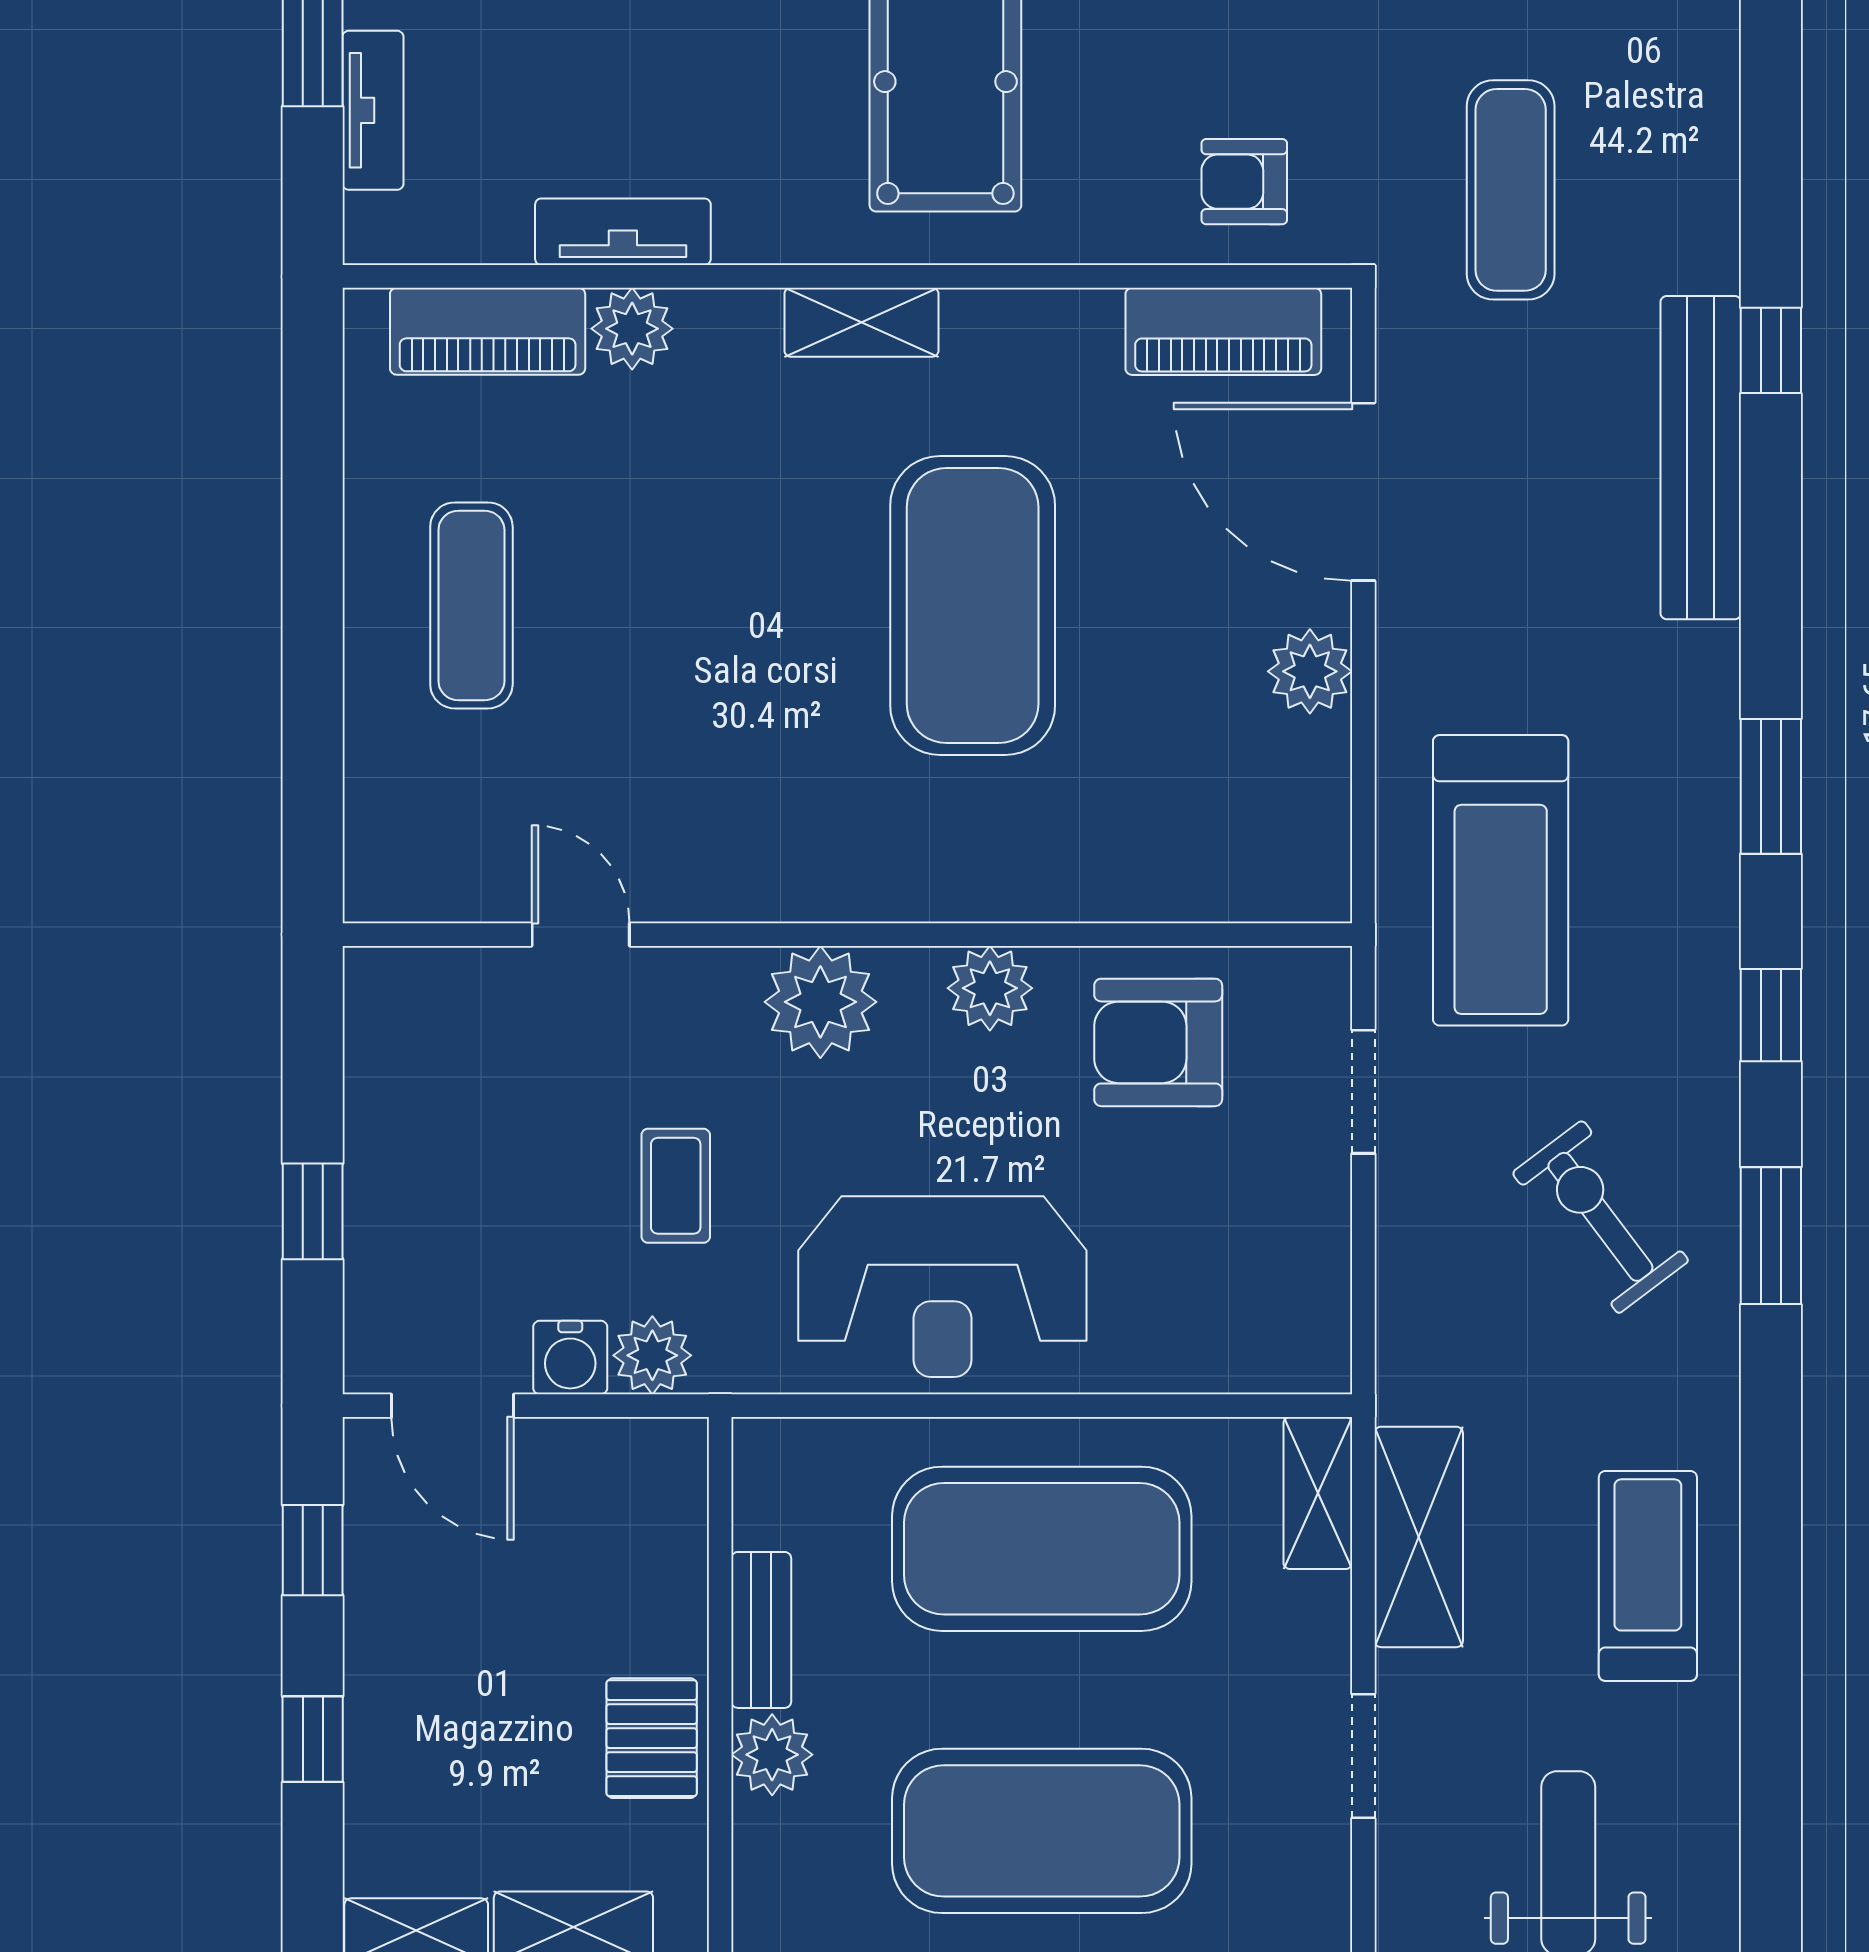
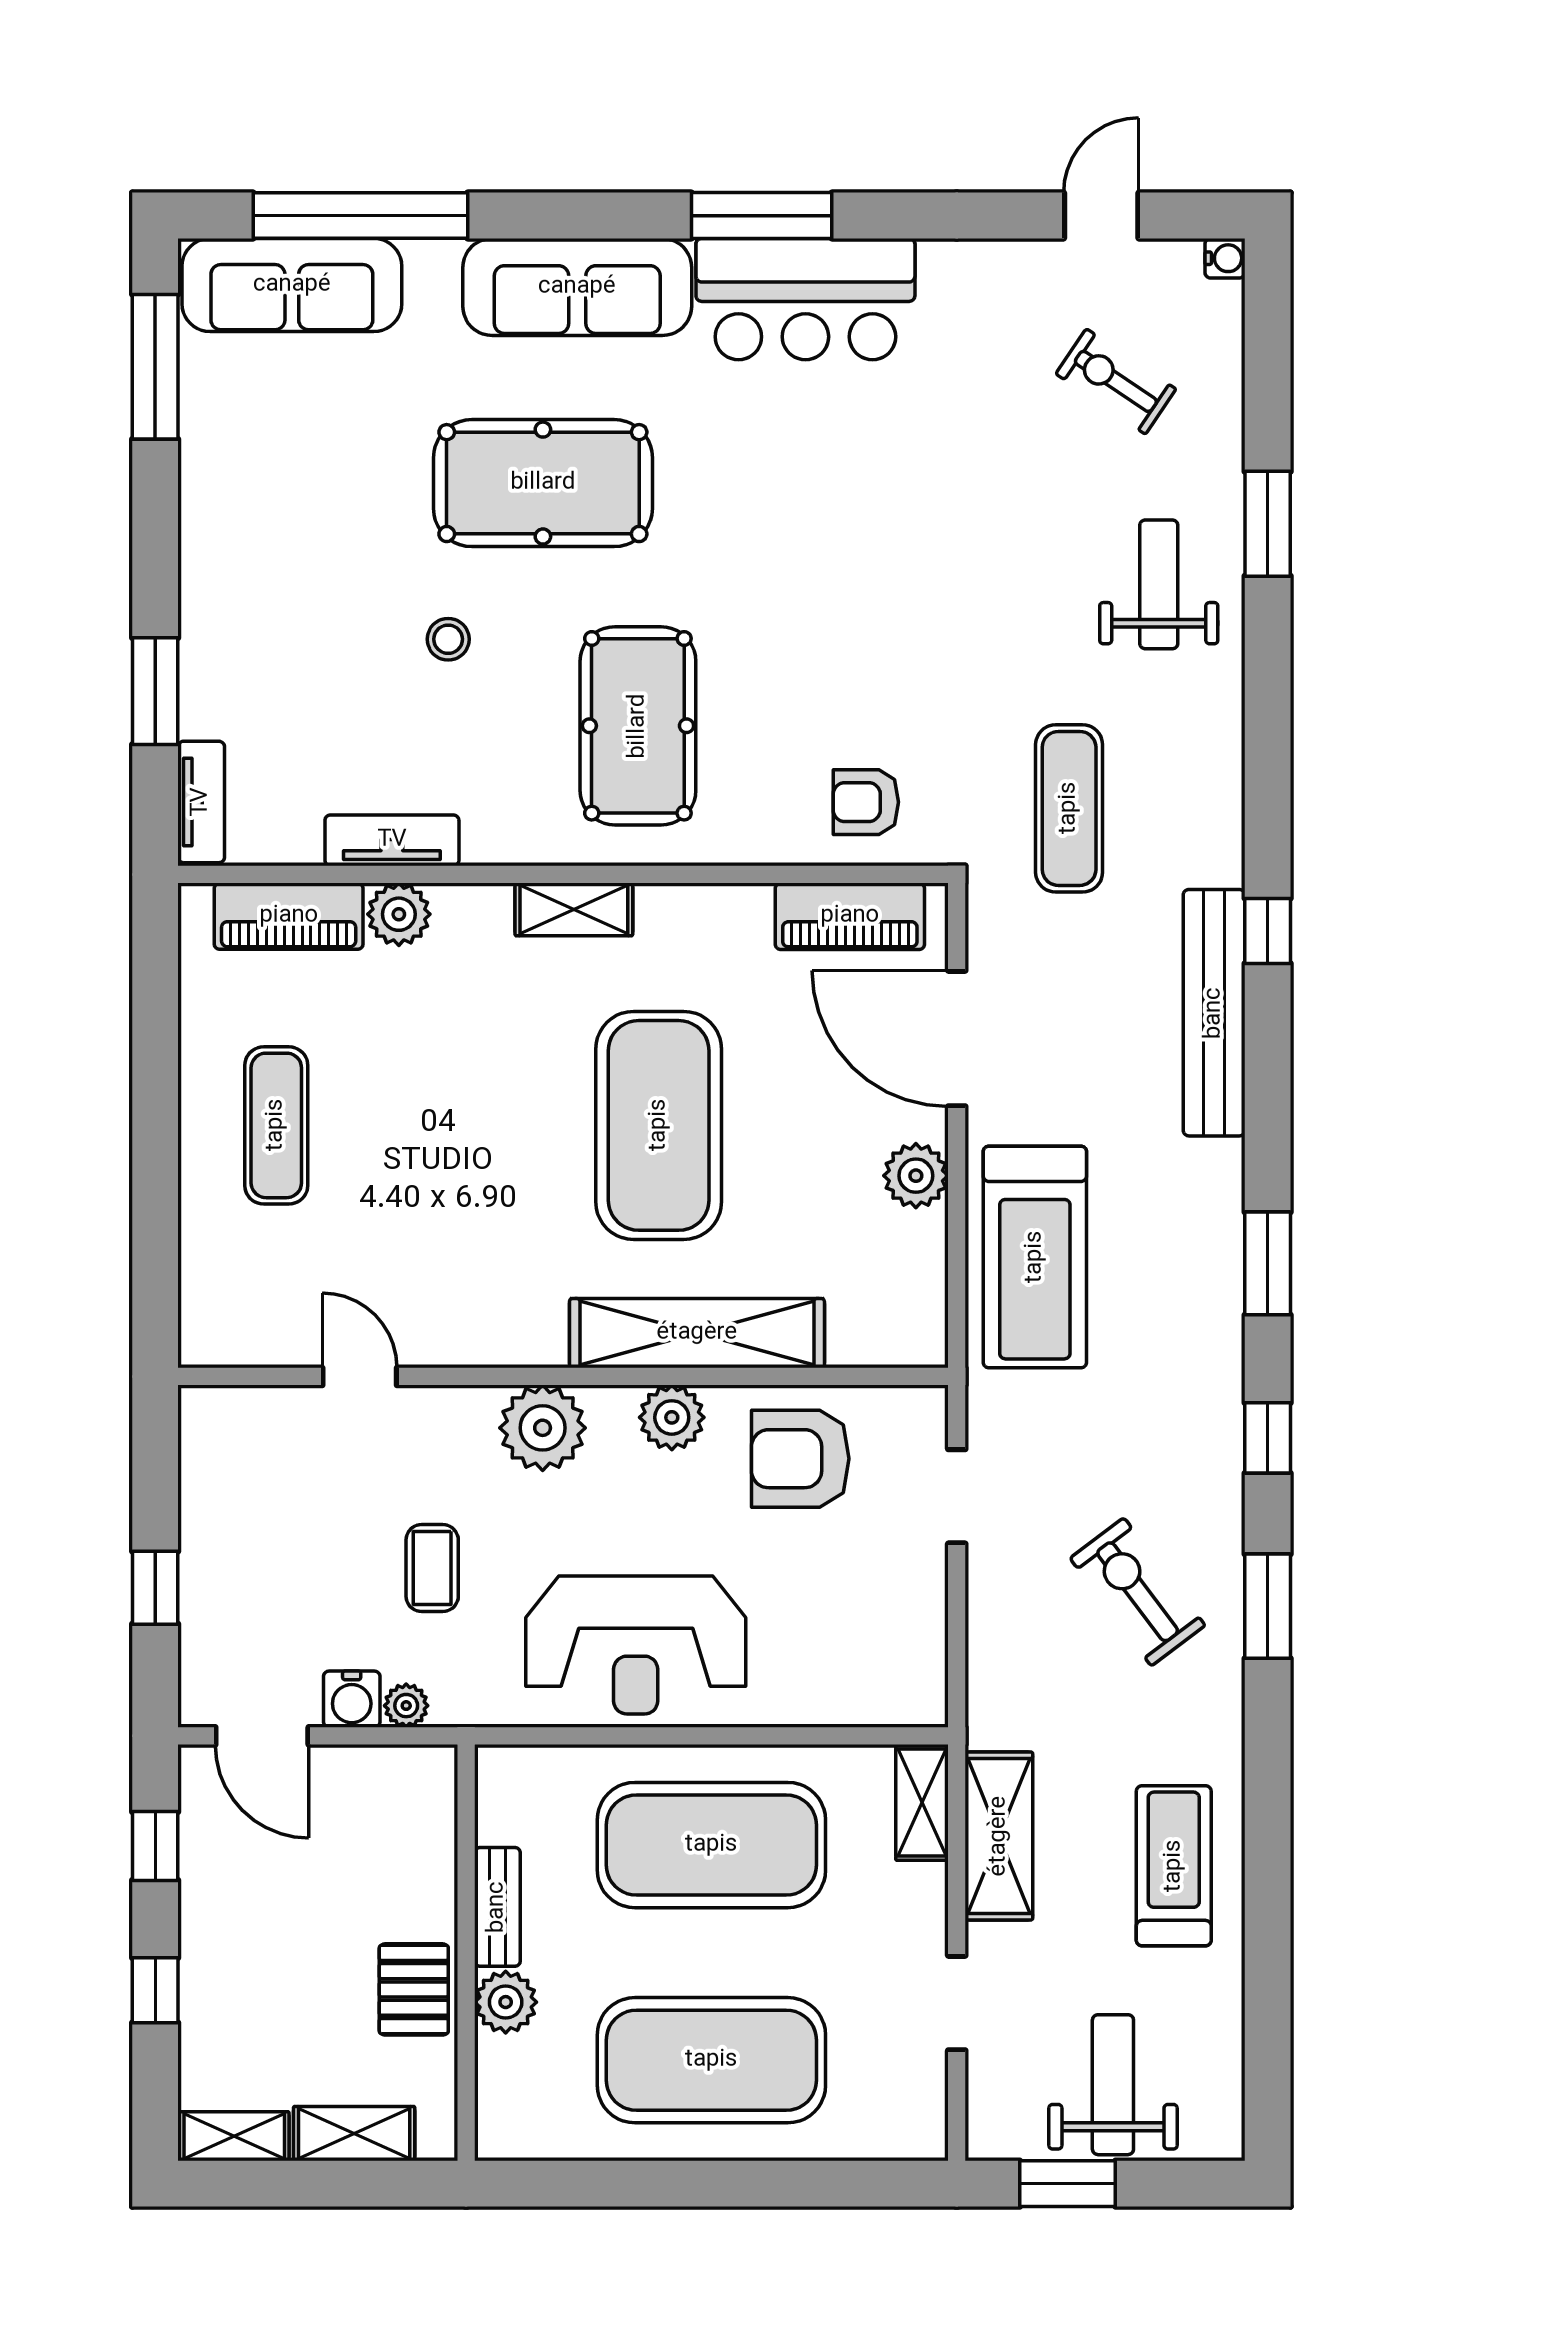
tv unit: (373, 110) -> (201, 802), moved
shelving: (1023, 878) -> (697, 1333), added
treadmill: (1501, 880) -> (1035, 1257), moved
plant: (652, 1355) -> (406, 1706), width x0.73, depth x0.73

